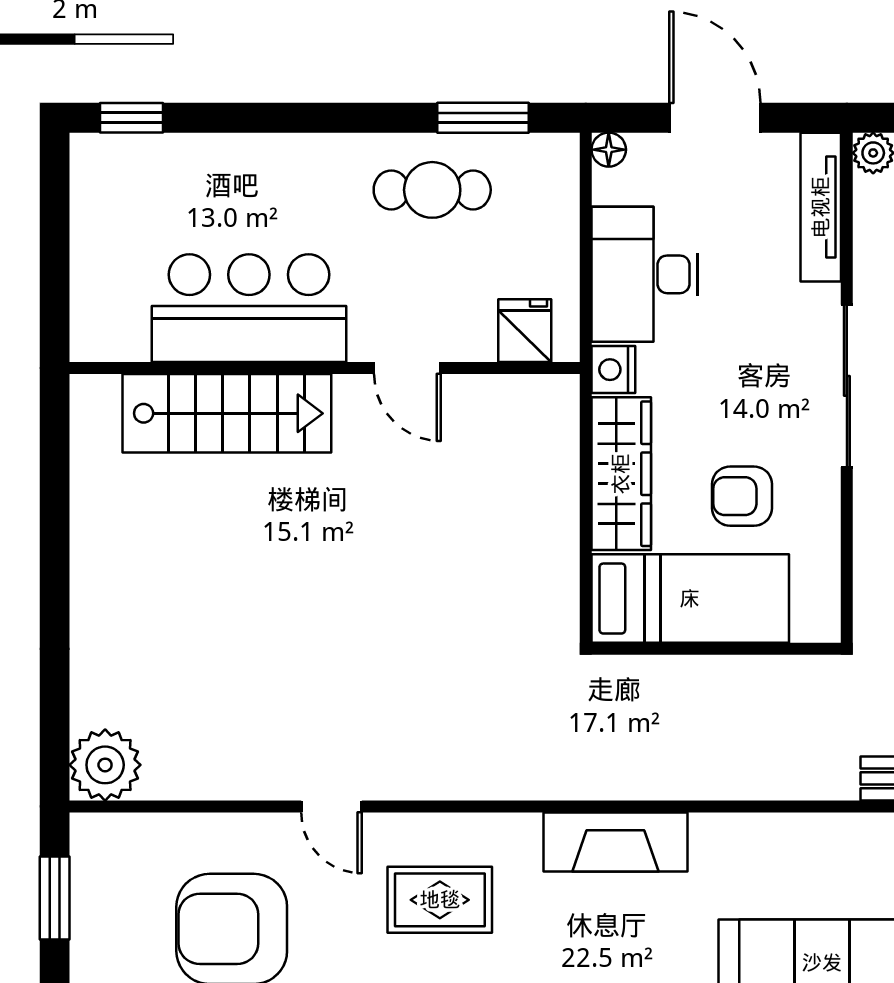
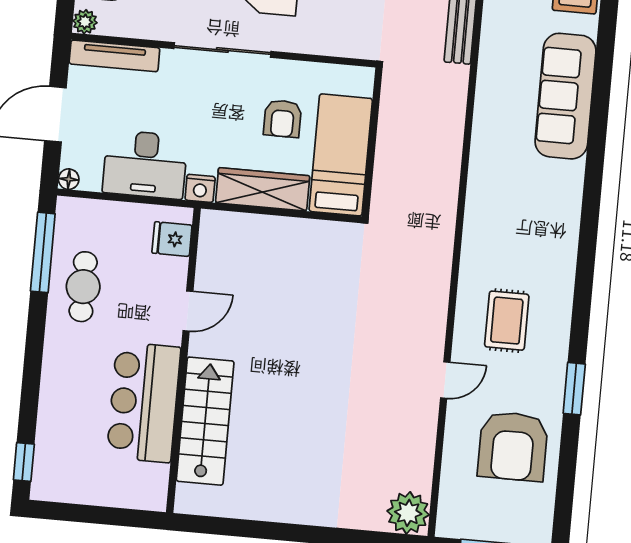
window: (483, 118) -> (43, 252), width x1.44
fireplace: (615, 842) -> (482, 213), removed

